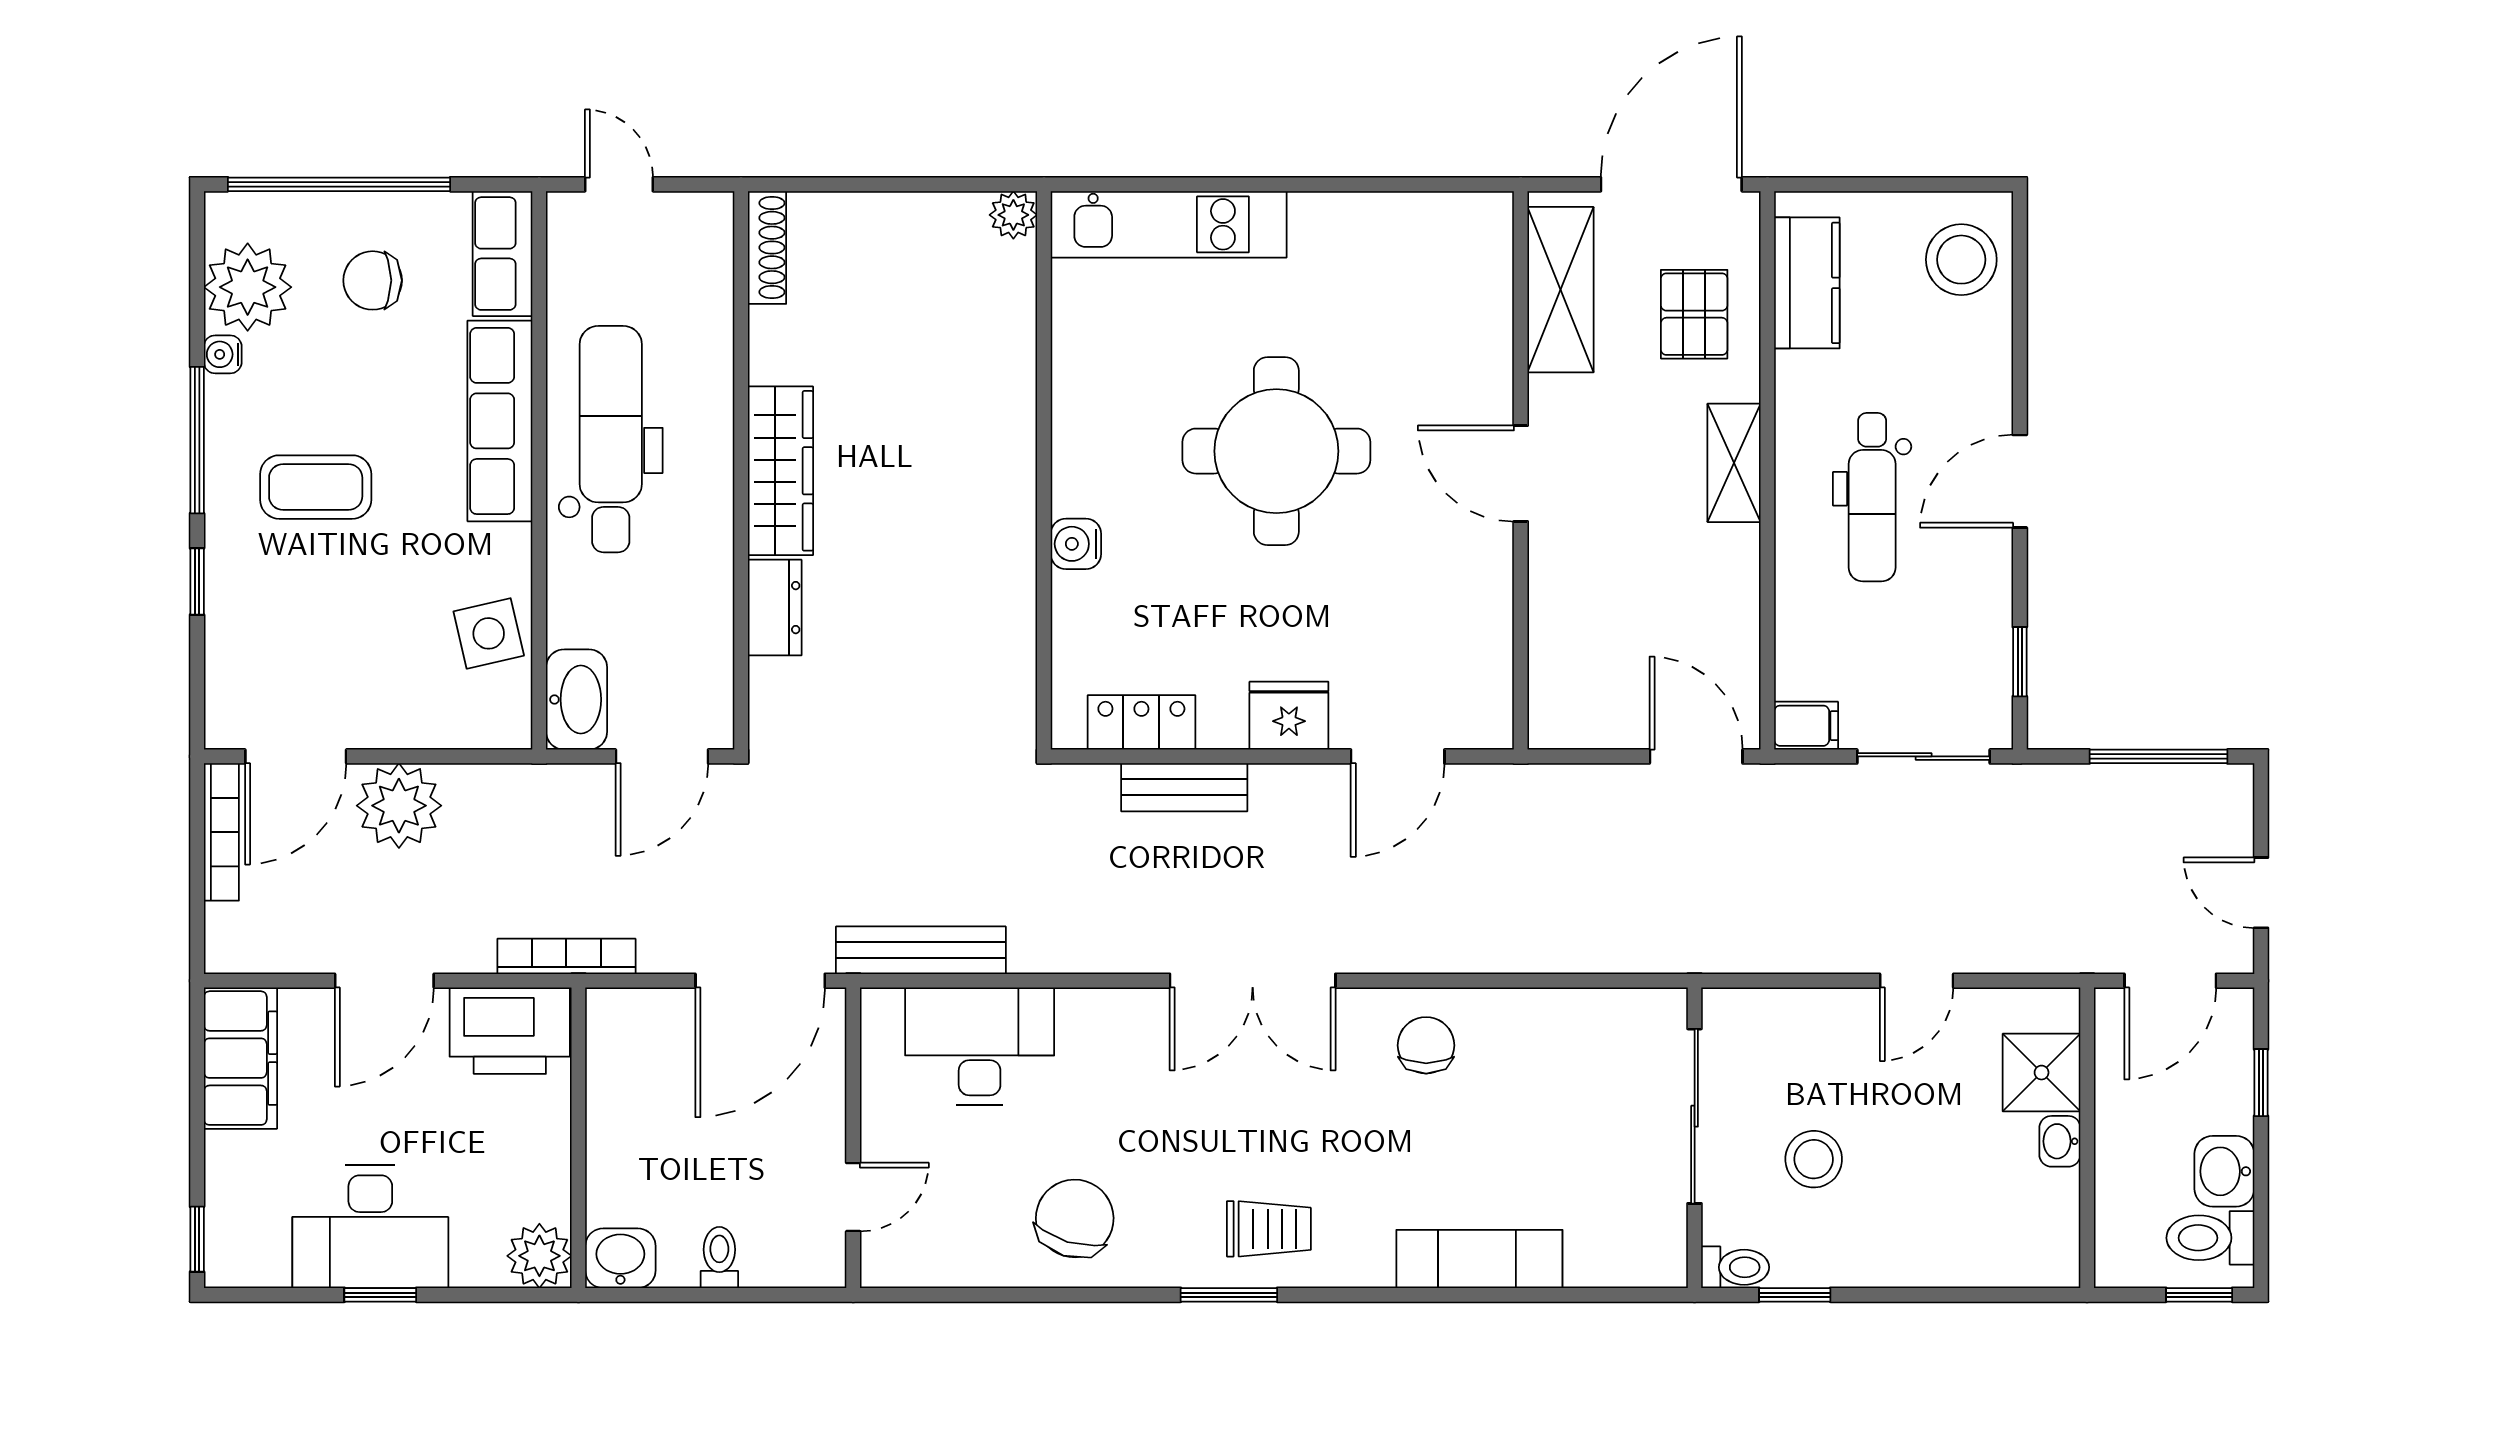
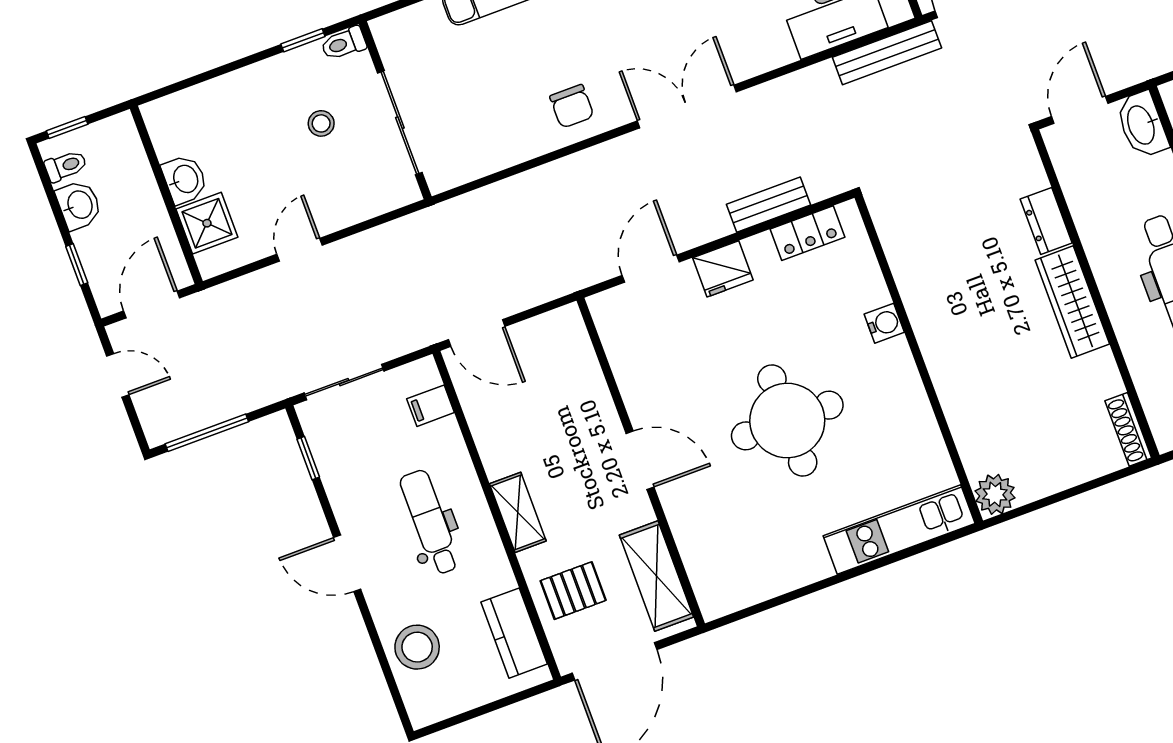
plant: (1013, 215) -> (995, 494), width x1.38, depth x1.38
stool: (1961, 260) -> (417, 647), moved
pallet: (1694, 314) -> (573, 591), turned 90
door: (2020, 481) -> (347, 563), swing flipped
filing cabinet: (1806, 726) -> (431, 406), moved
washbasin: (2060, 1141) -> (185, 179), width x1.38, depth x1.45
stool: (1814, 1159) -> (321, 123), width x0.73, depth x0.73
toilet: (2210, 1238) -> (66, 166), width x0.73, depth x0.72

